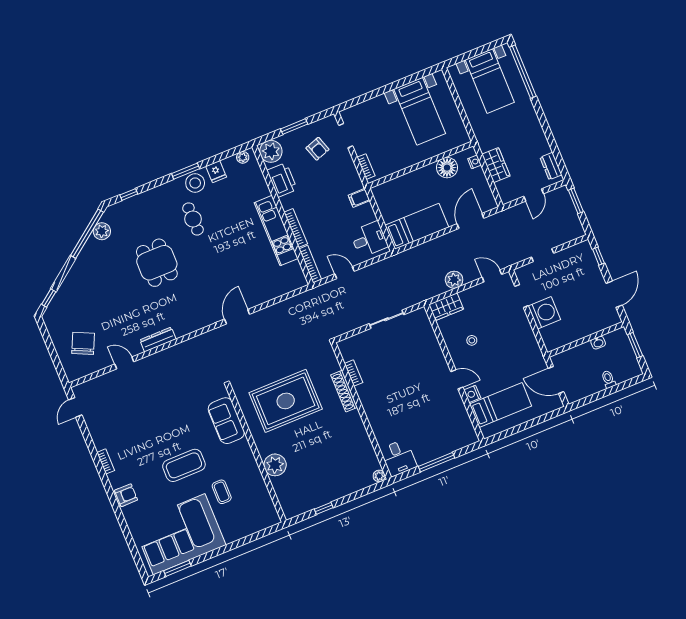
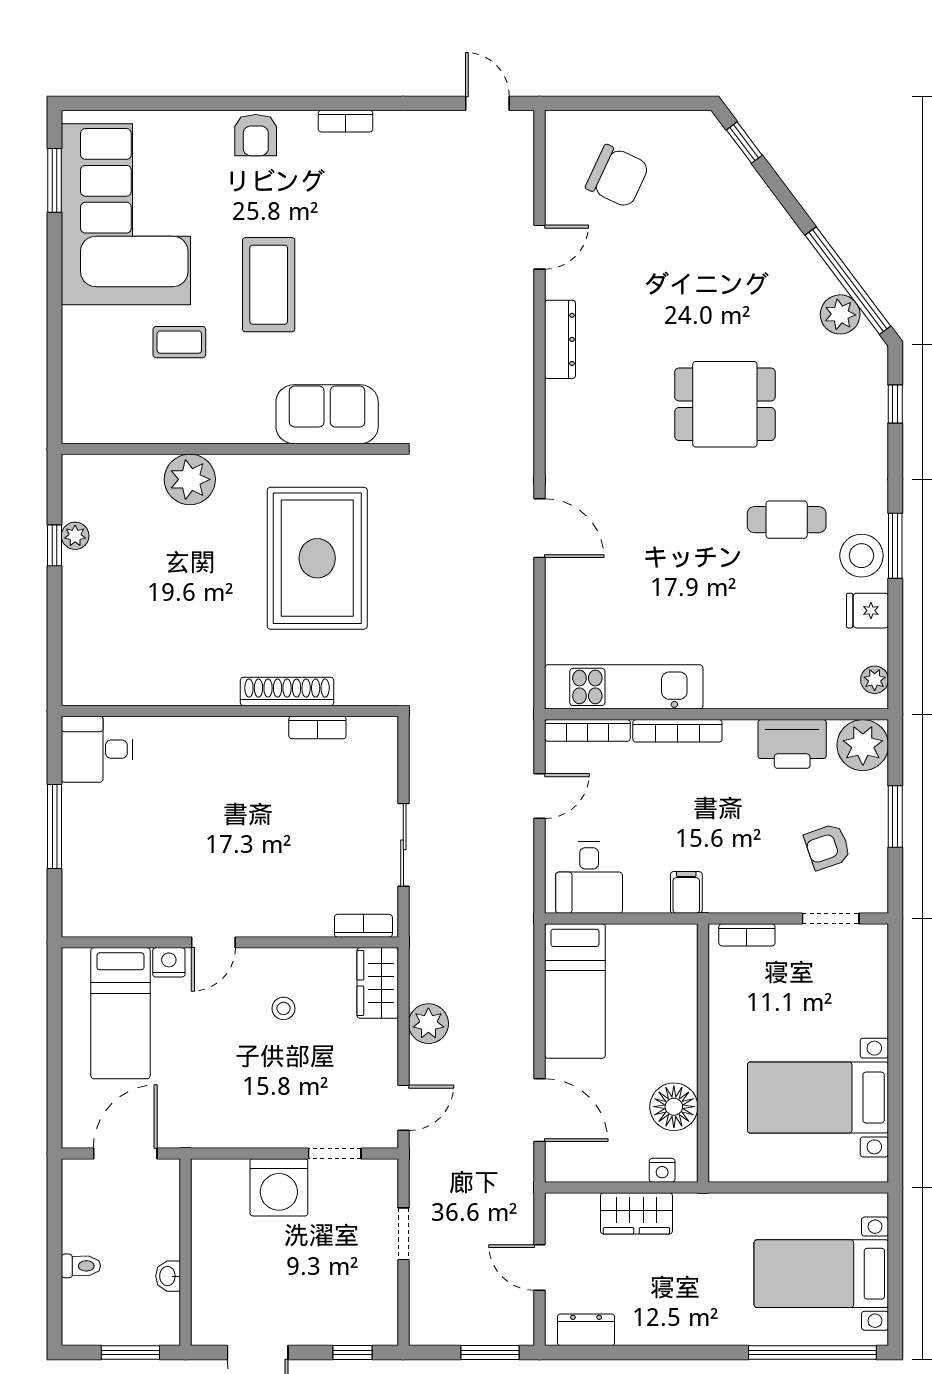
kitchen unit: (276, 231) -> (624, 687), moved
bookcase: (425, 322) -> (363, 926), added
plant: (379, 476) -> (75, 536), moved

